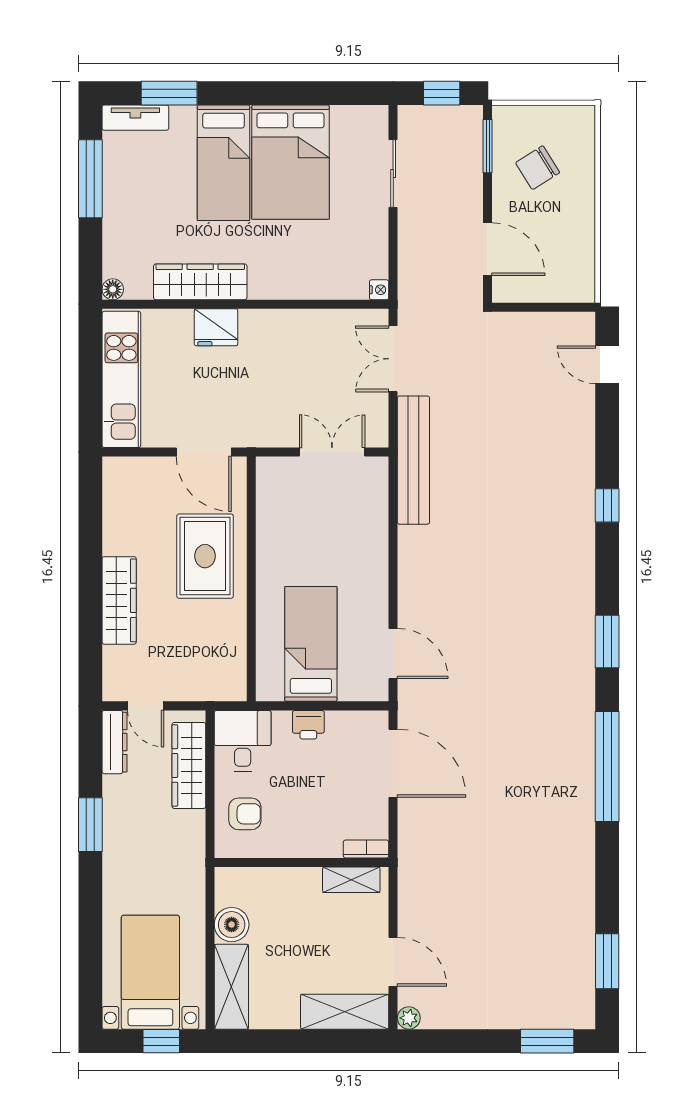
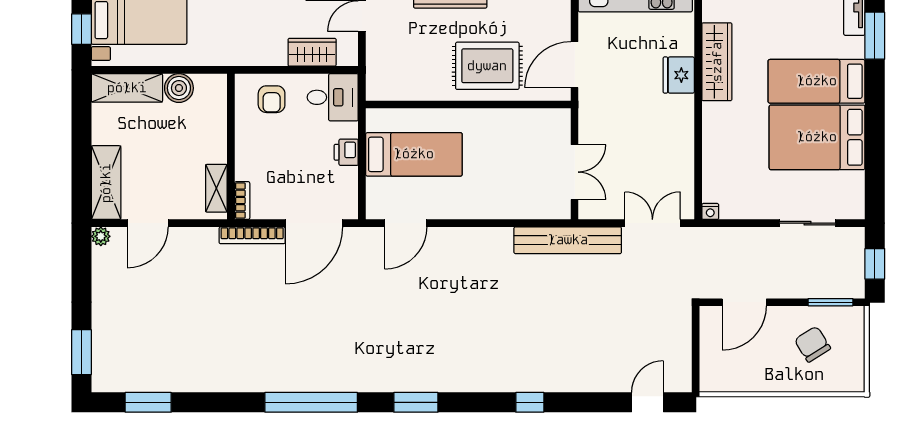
wardrobe: (189, 765) -> (312, 52), width x0.67
bookcase: (408, 837) -> (252, 235), added

